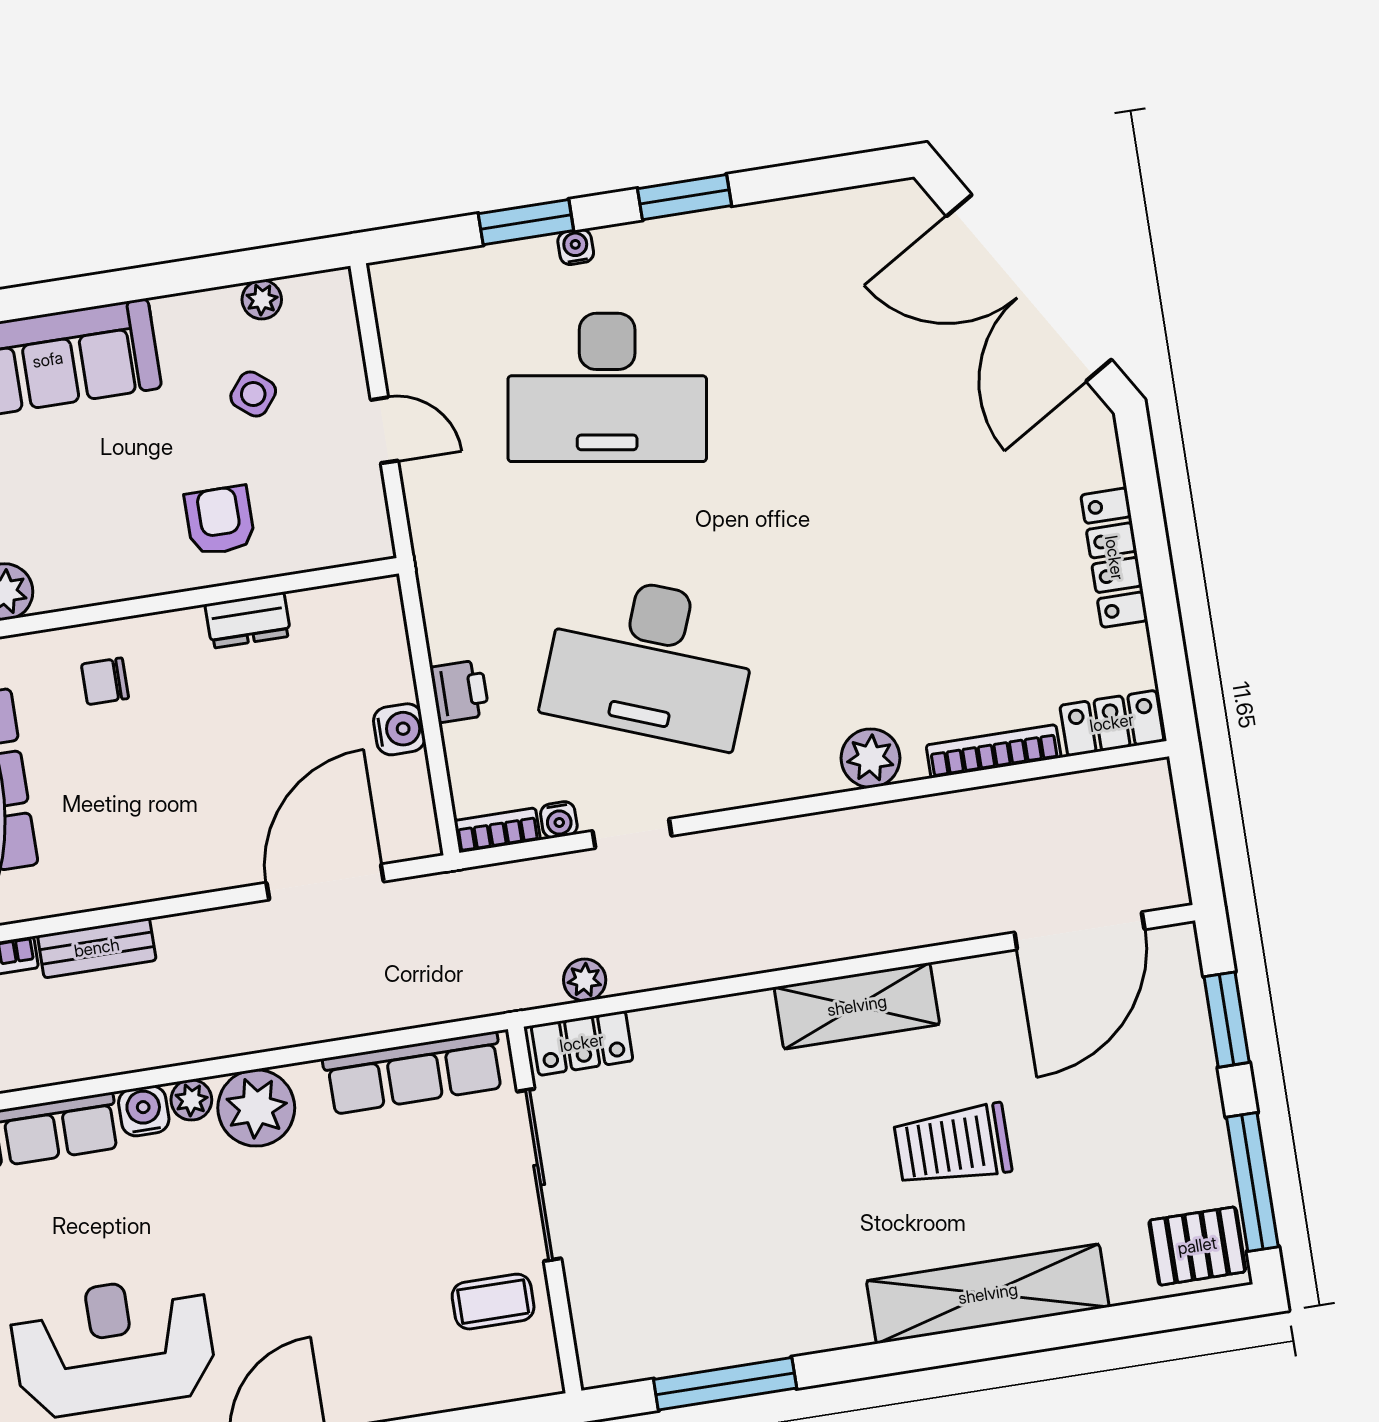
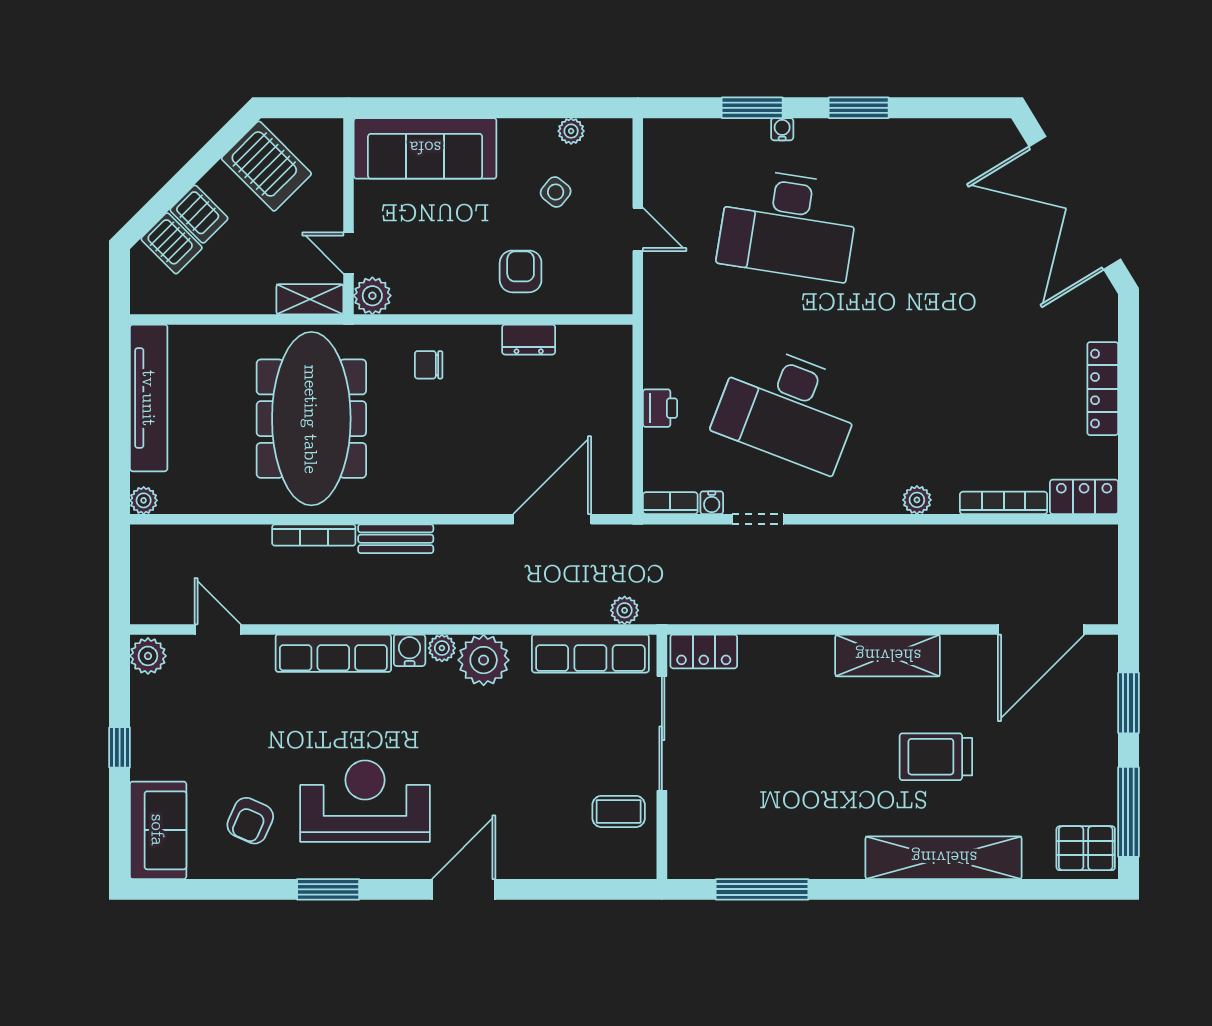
water cooler: (399, 729) -> (617, 427), removed
plant: (871, 758) -> (917, 500), width x0.73, depth x0.73
plant: (585, 980) -> (625, 610), moved

